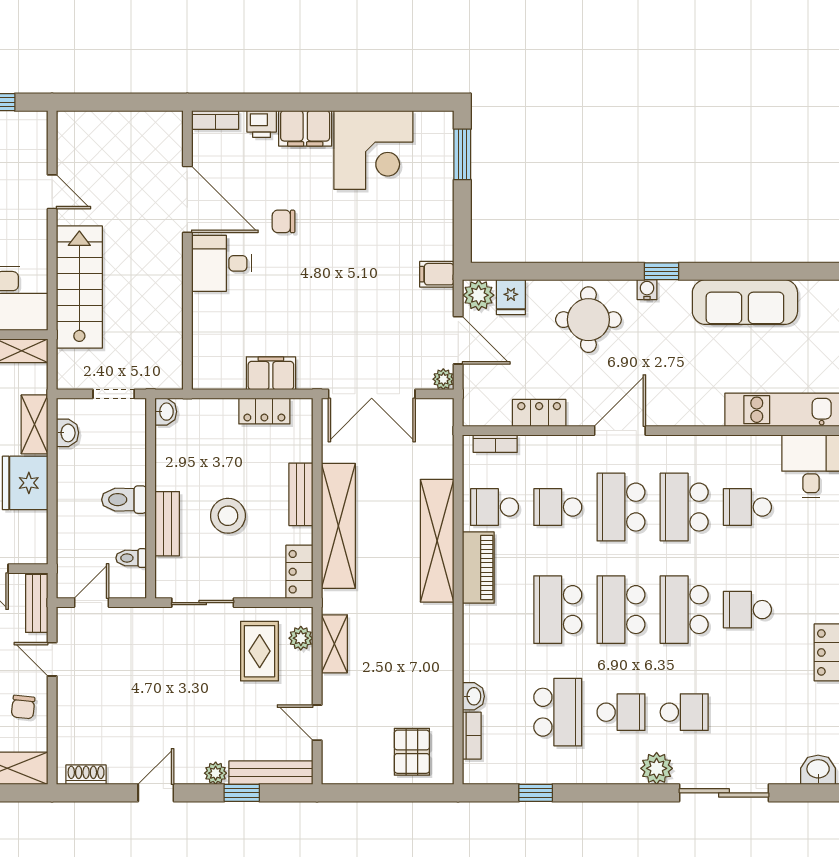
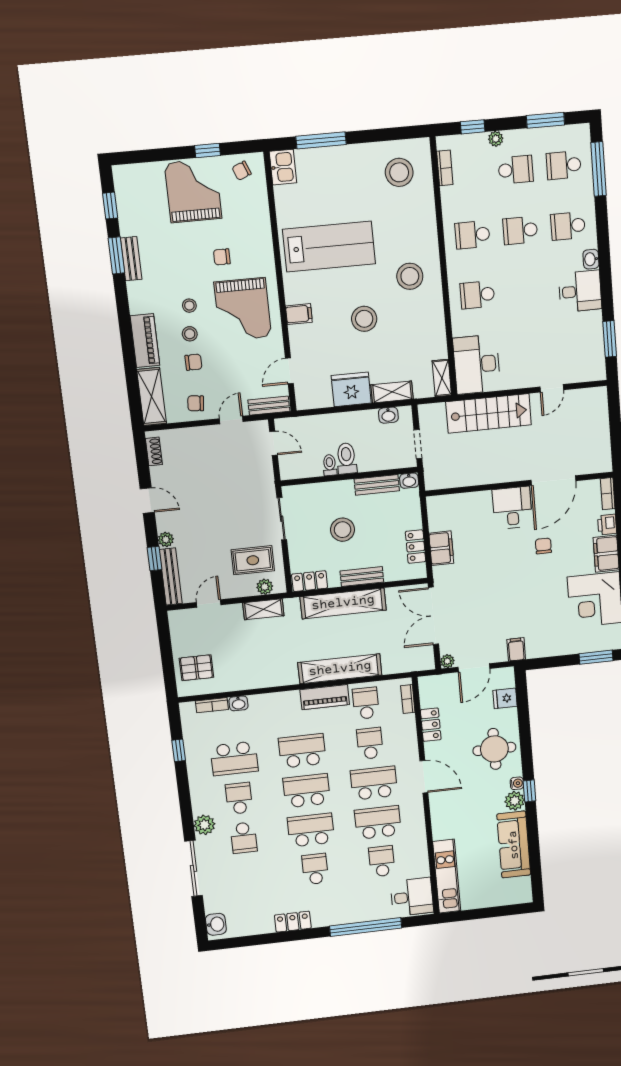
plant: (479, 295) -> (515, 801), moved
bench: (167, 524) -> (377, 485), moved
toilet: (131, 558) -> (330, 465), moved
school desk: (621, 712) -> (239, 798), turned 180

